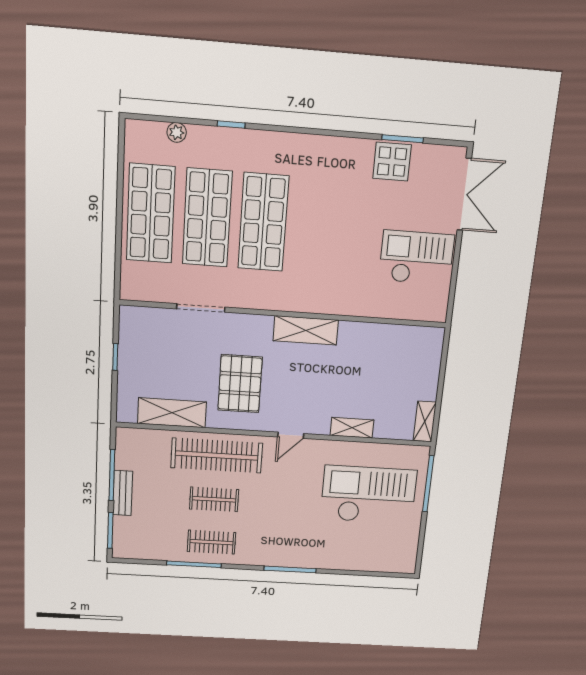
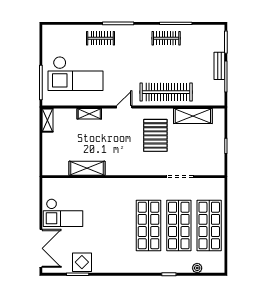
double door: (464, 194) -> (41, 248), swing flipped
shelving: (306, 330) -> (87, 168), moved
clothes rail: (214, 499) -> (101, 38), moved

